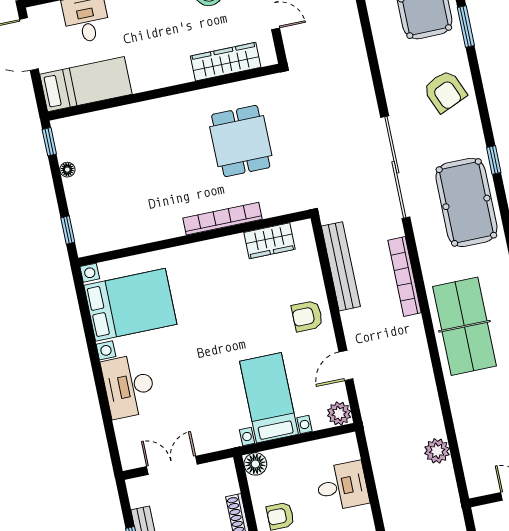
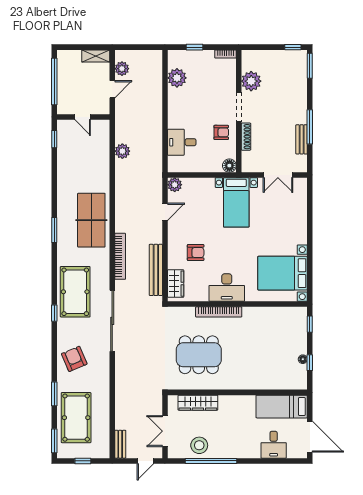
dining table: (241, 141) -> (199, 355), width x1.38
window: (49, 142) -> (310, 363), moved
wardrobe: (270, 241) -> (176, 284), moved, turned 90
armchair: (307, 316) -> (196, 253), moved
desk: (129, 386) -> (227, 288), moved, turned 90
bed with nightstands: (269, 398) -> (236, 202), moved

